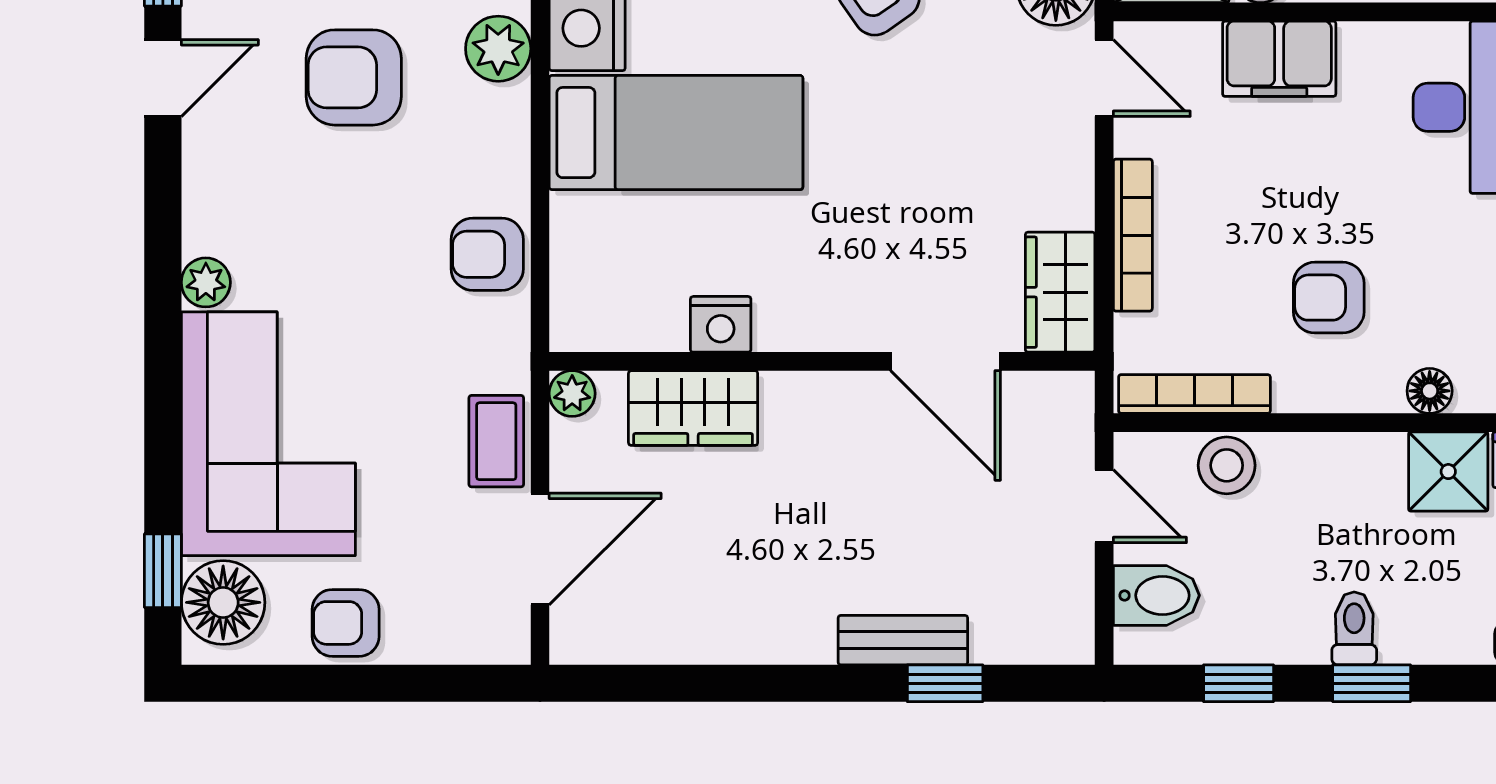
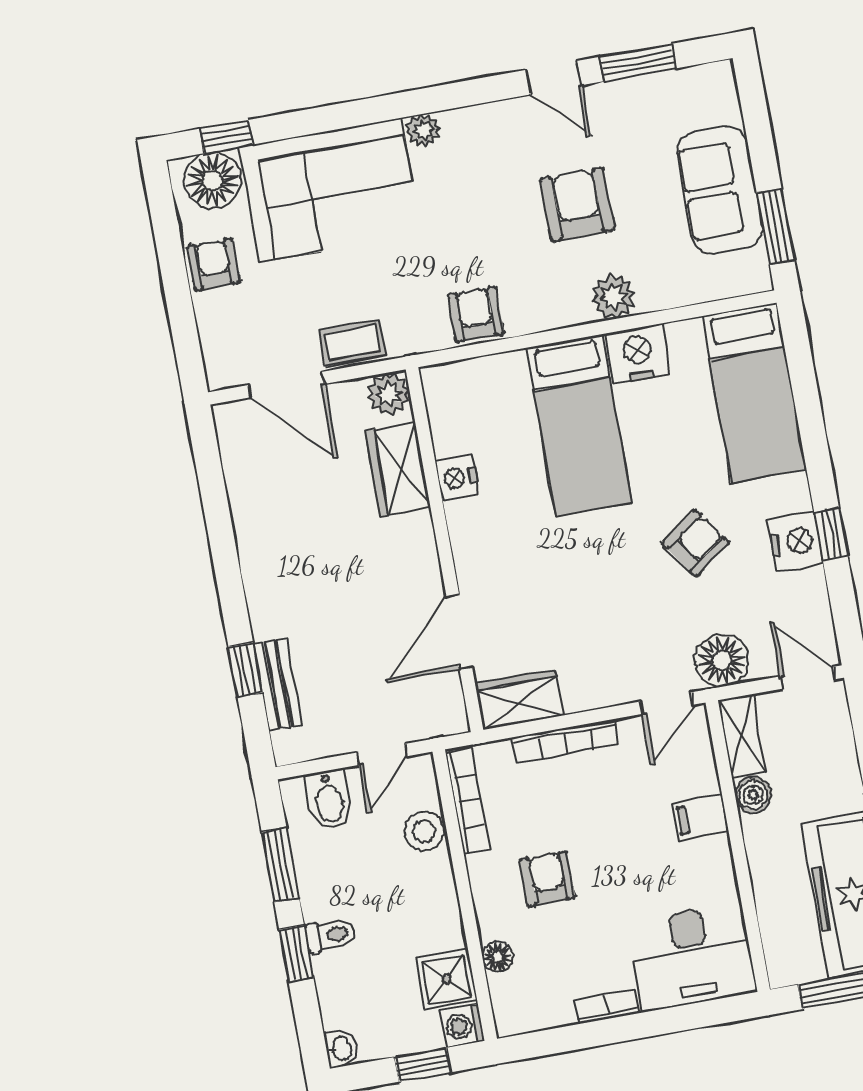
filing cabinet: (1279, 59) -> (700, 817), width x0.50
plant: (572, 393) -> (389, 394), width x1.38, depth x1.38
bench: (903, 640) -> (277, 684), moved
window: (1239, 683) -> (280, 865), width x1.50

